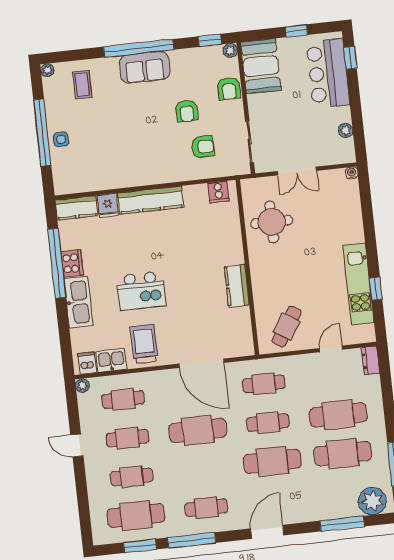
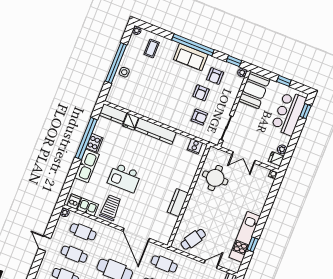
armchair: (229, 89) -> (215, 76), moved
fridge: (344, 148) -> (276, 159), added

